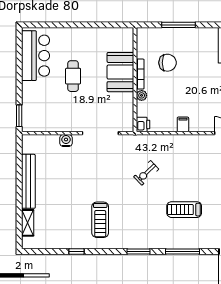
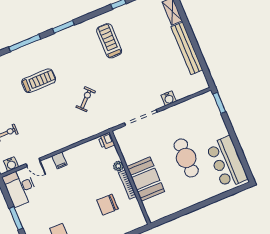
cafe table: (73, 76) -> (186, 158), width x1.37, depth x1.35
filing cabinet: (183, 124) -> (60, 160), moved

